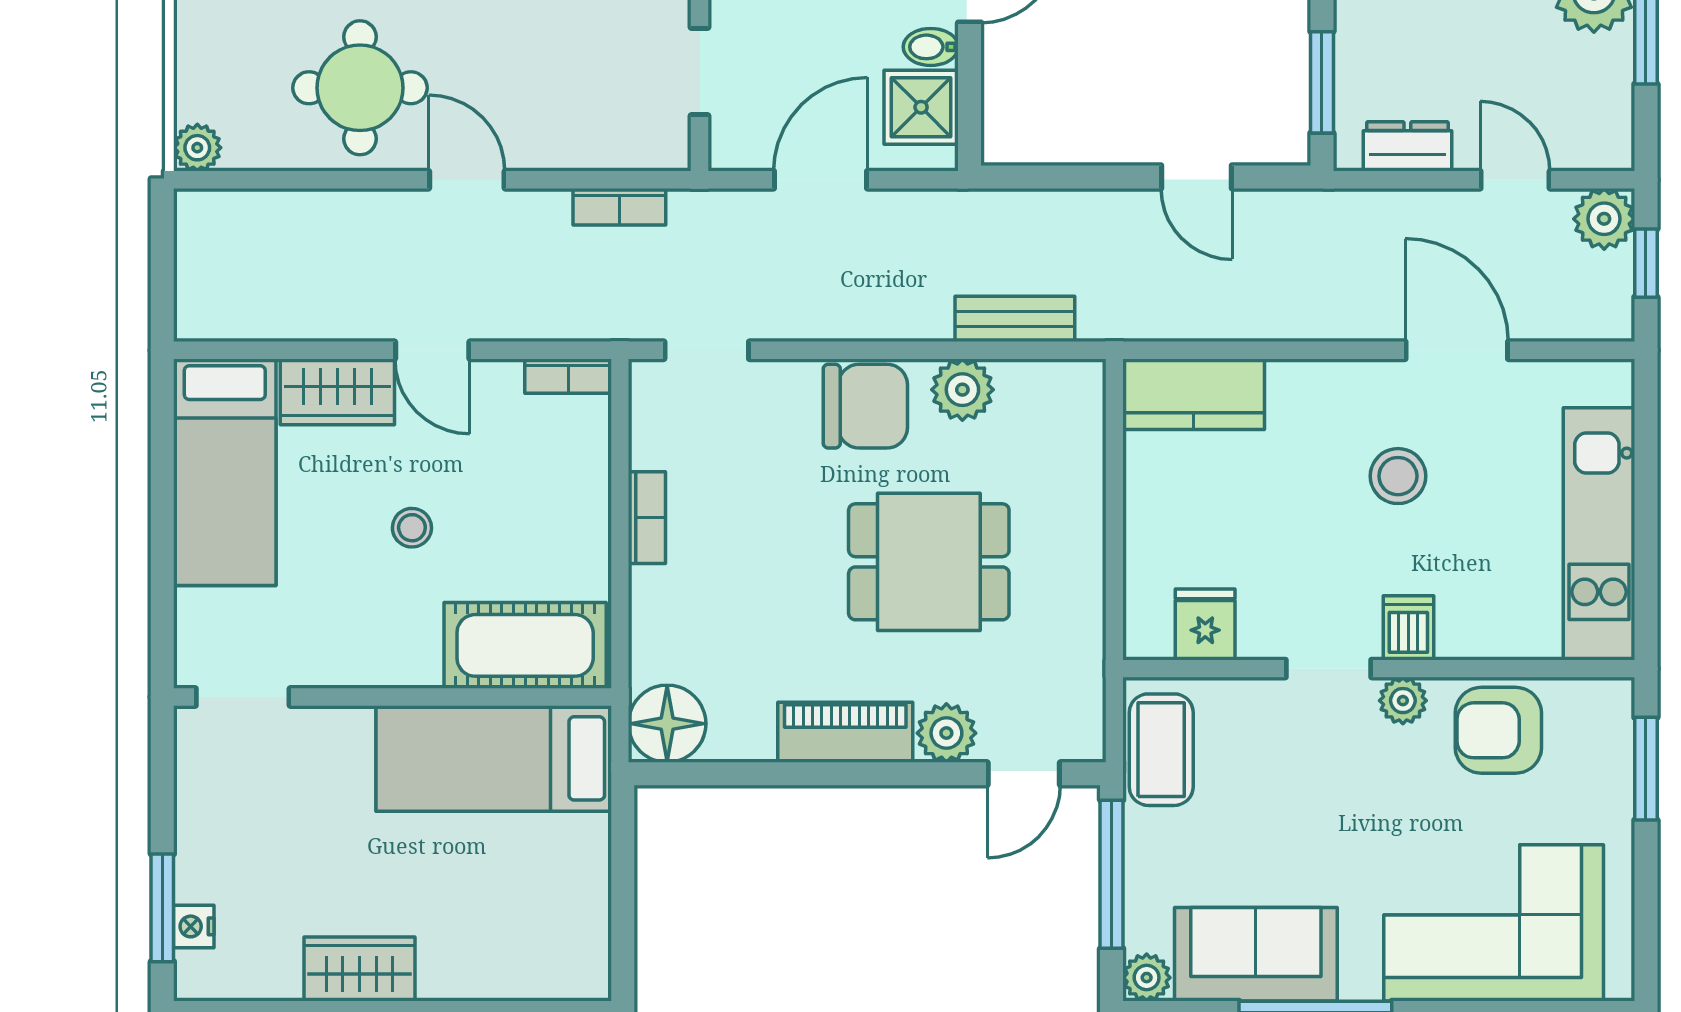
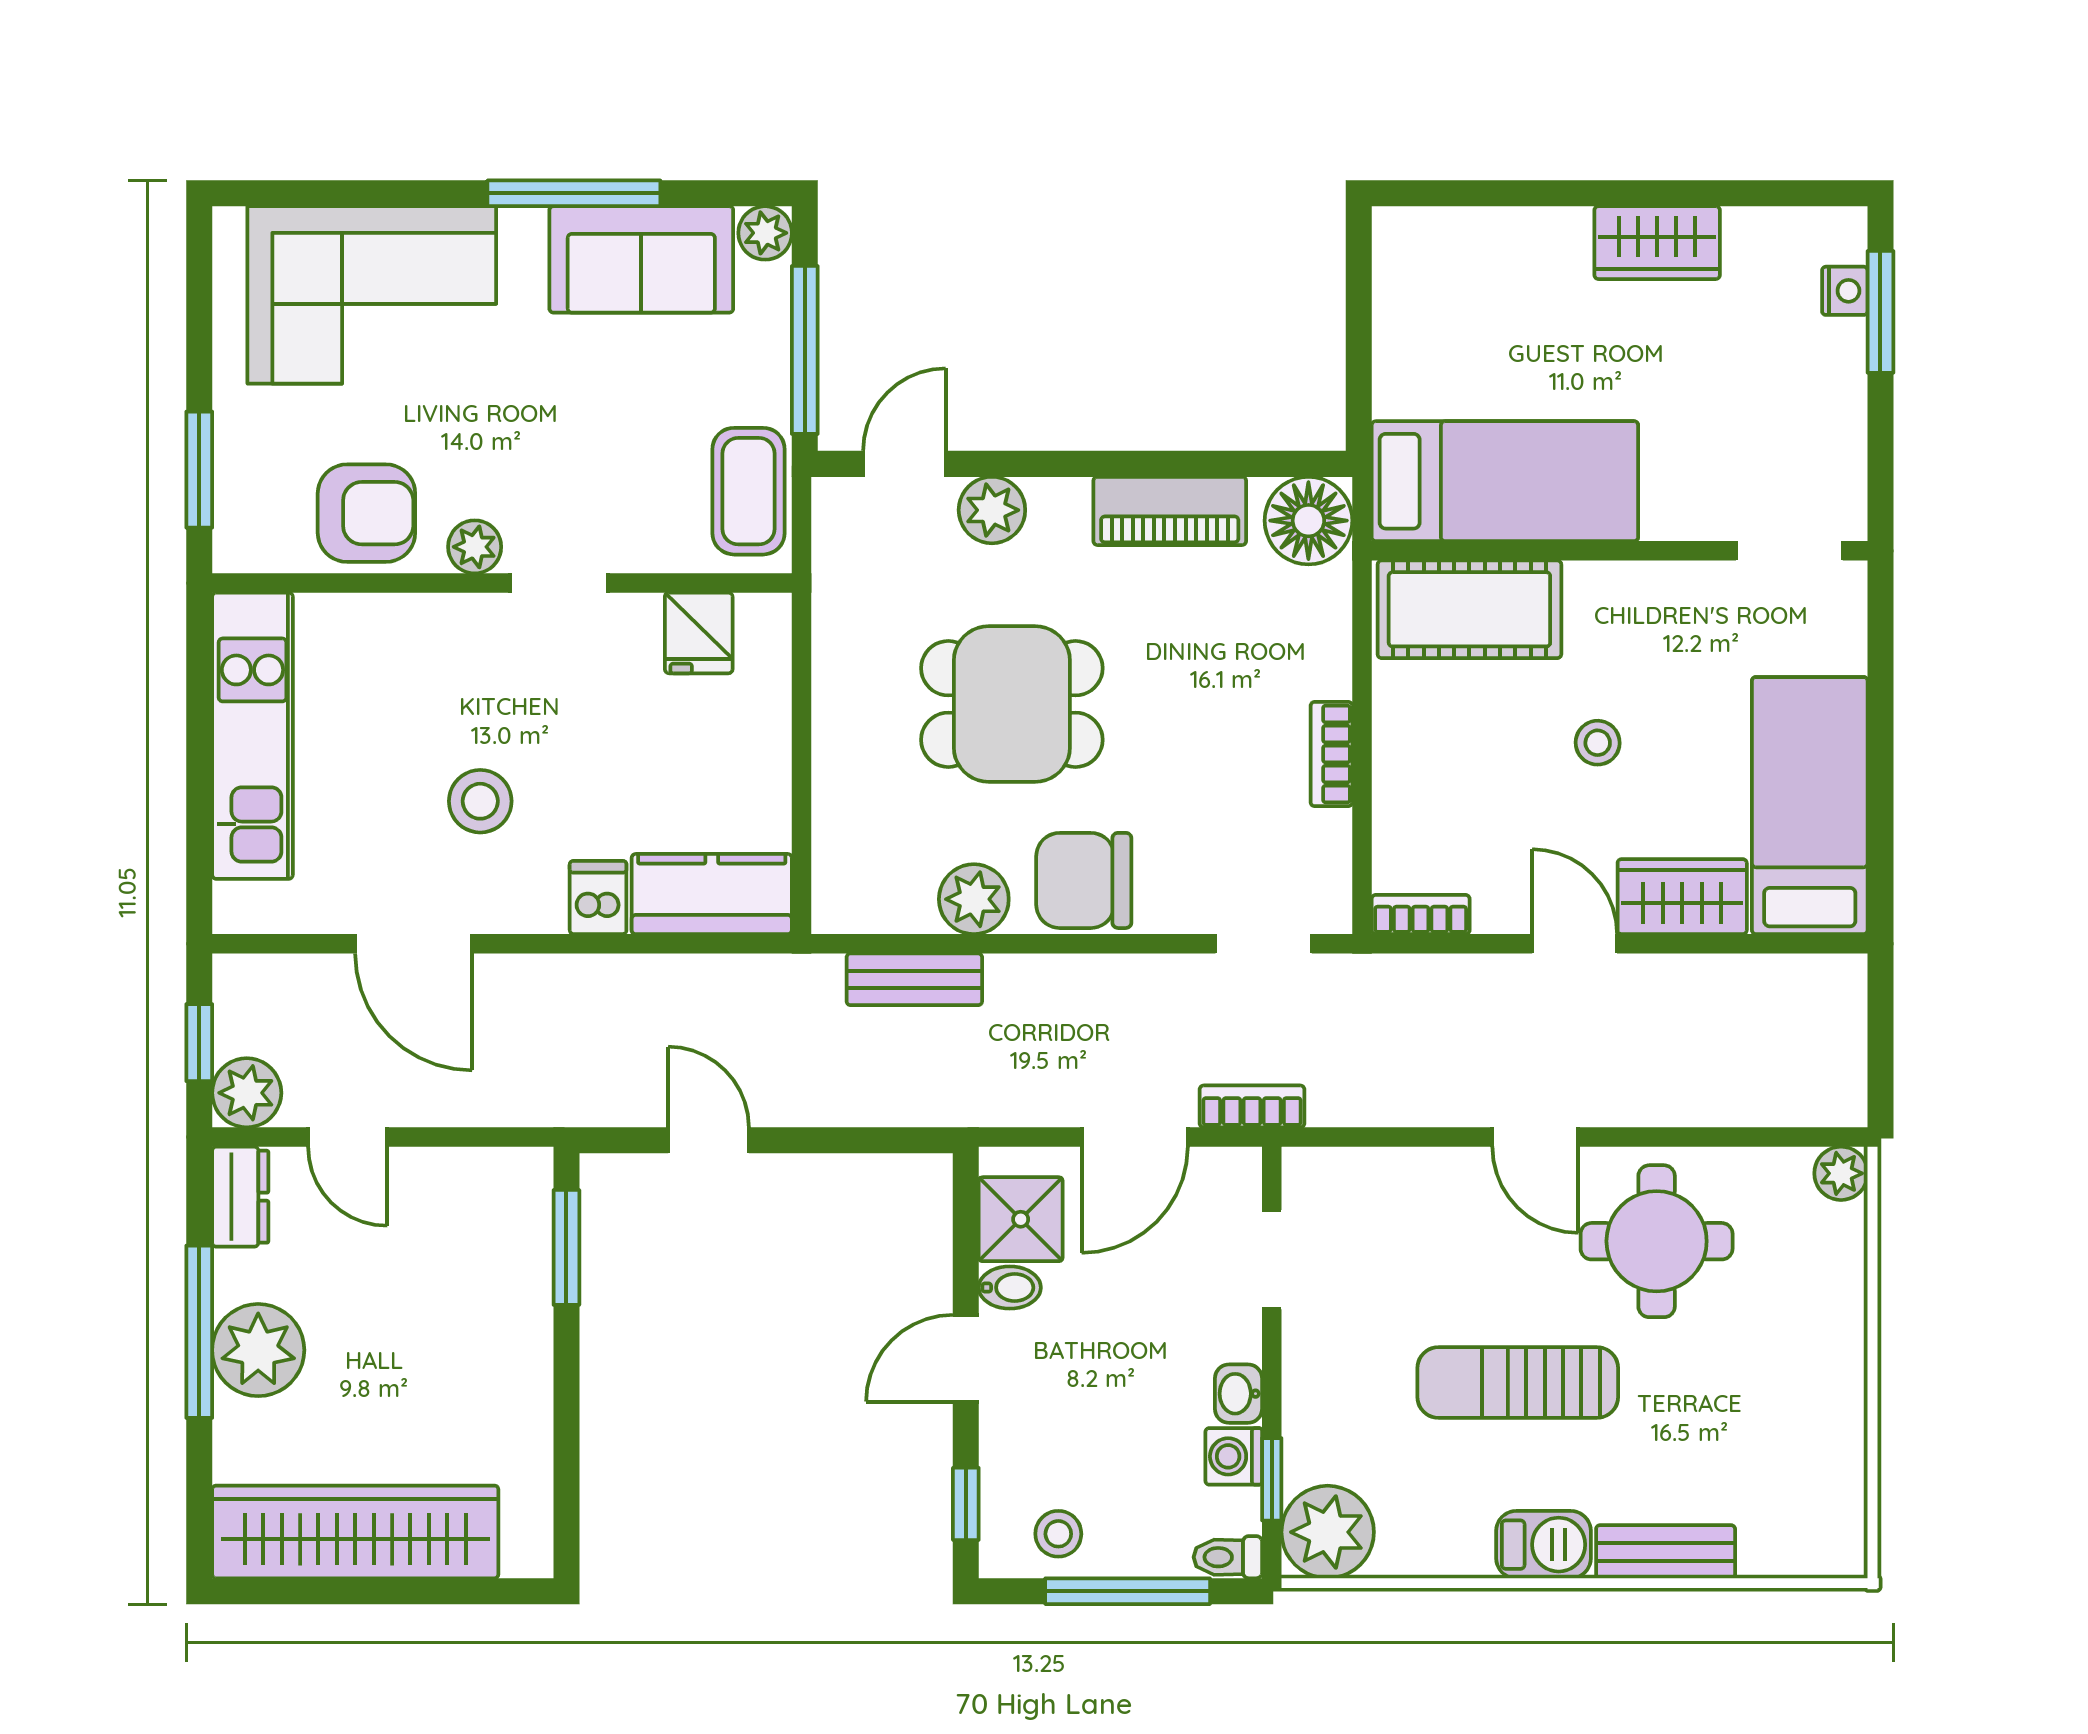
dresser: (1407, 146) -> (240, 1197), moved, turned -90
bookcase: (619, 207) -> (1252, 1106), moved
dishwasher: (1408, 628) -> (598, 898), moved, turned 180
piano: (845, 732) -> (1170, 511), moved

